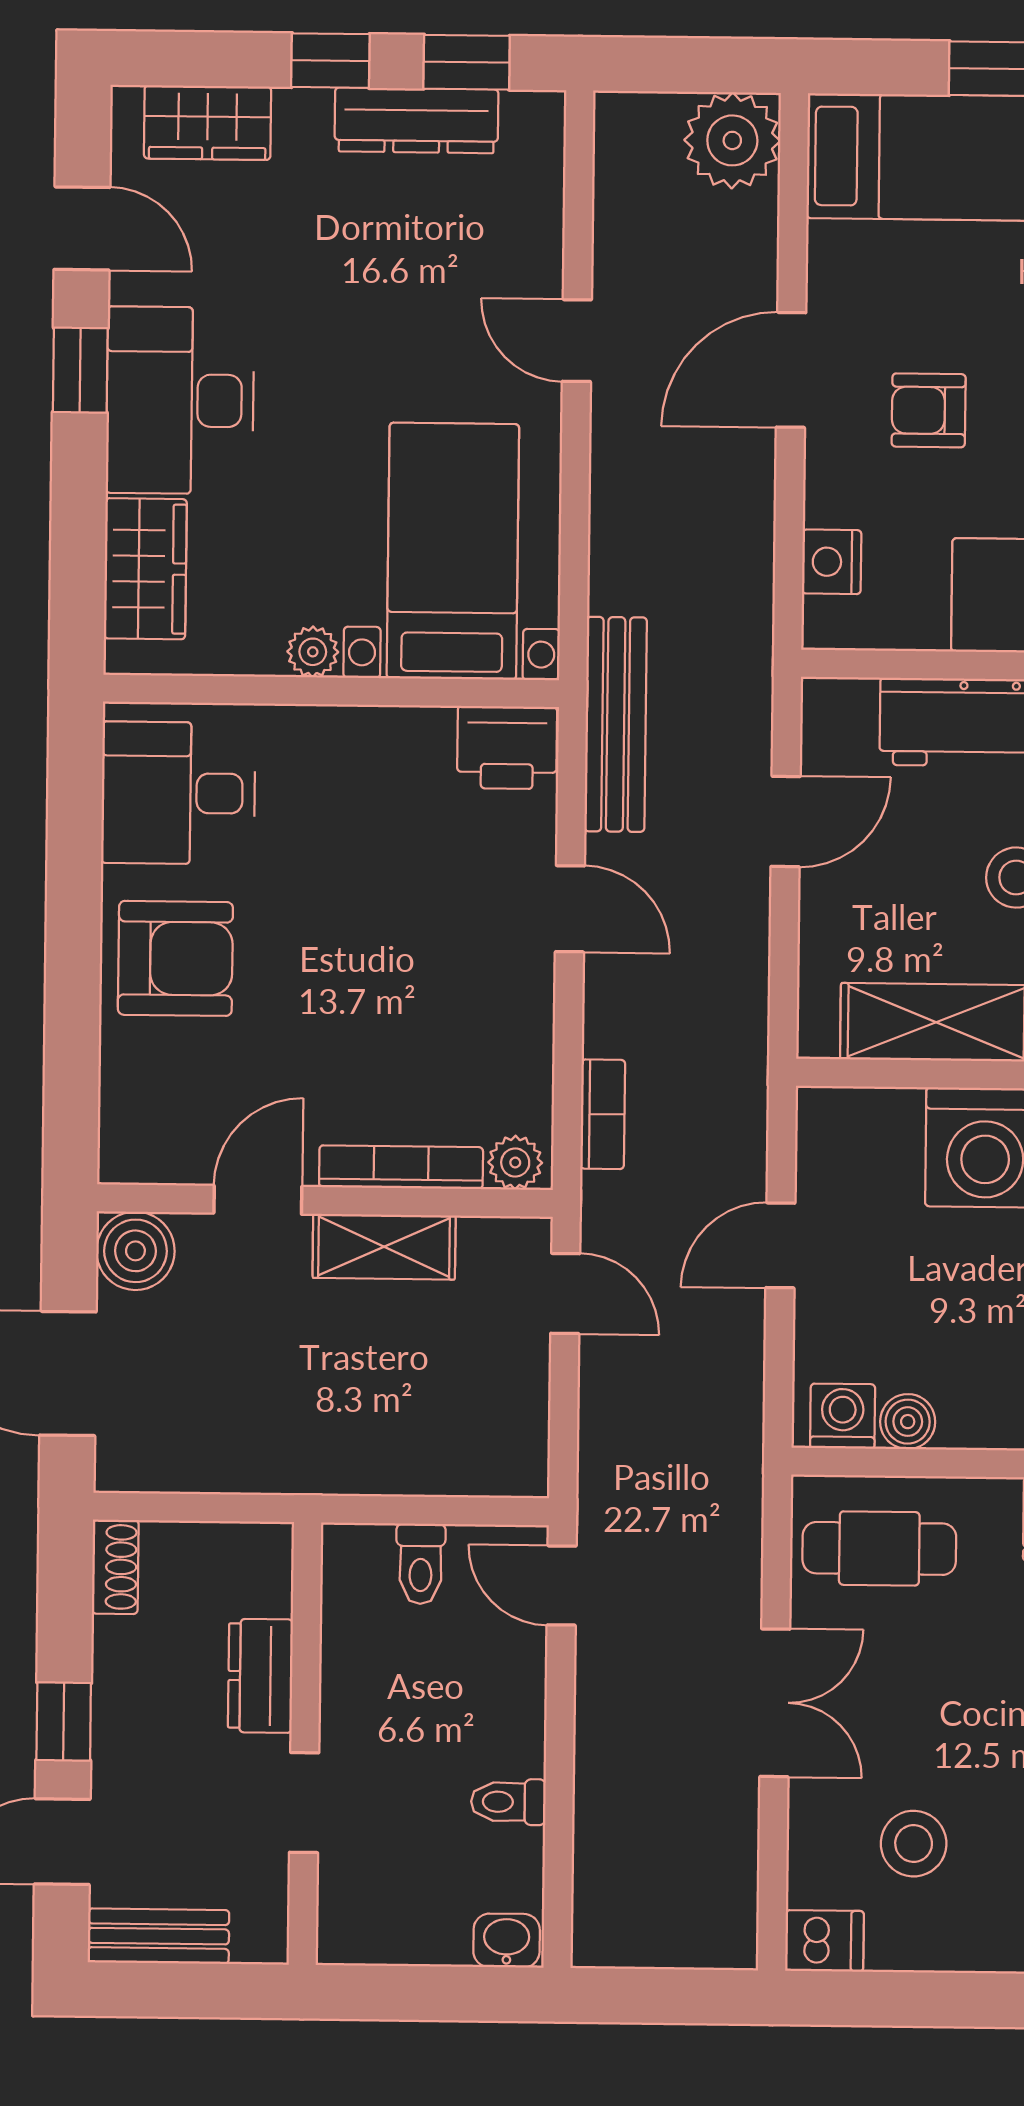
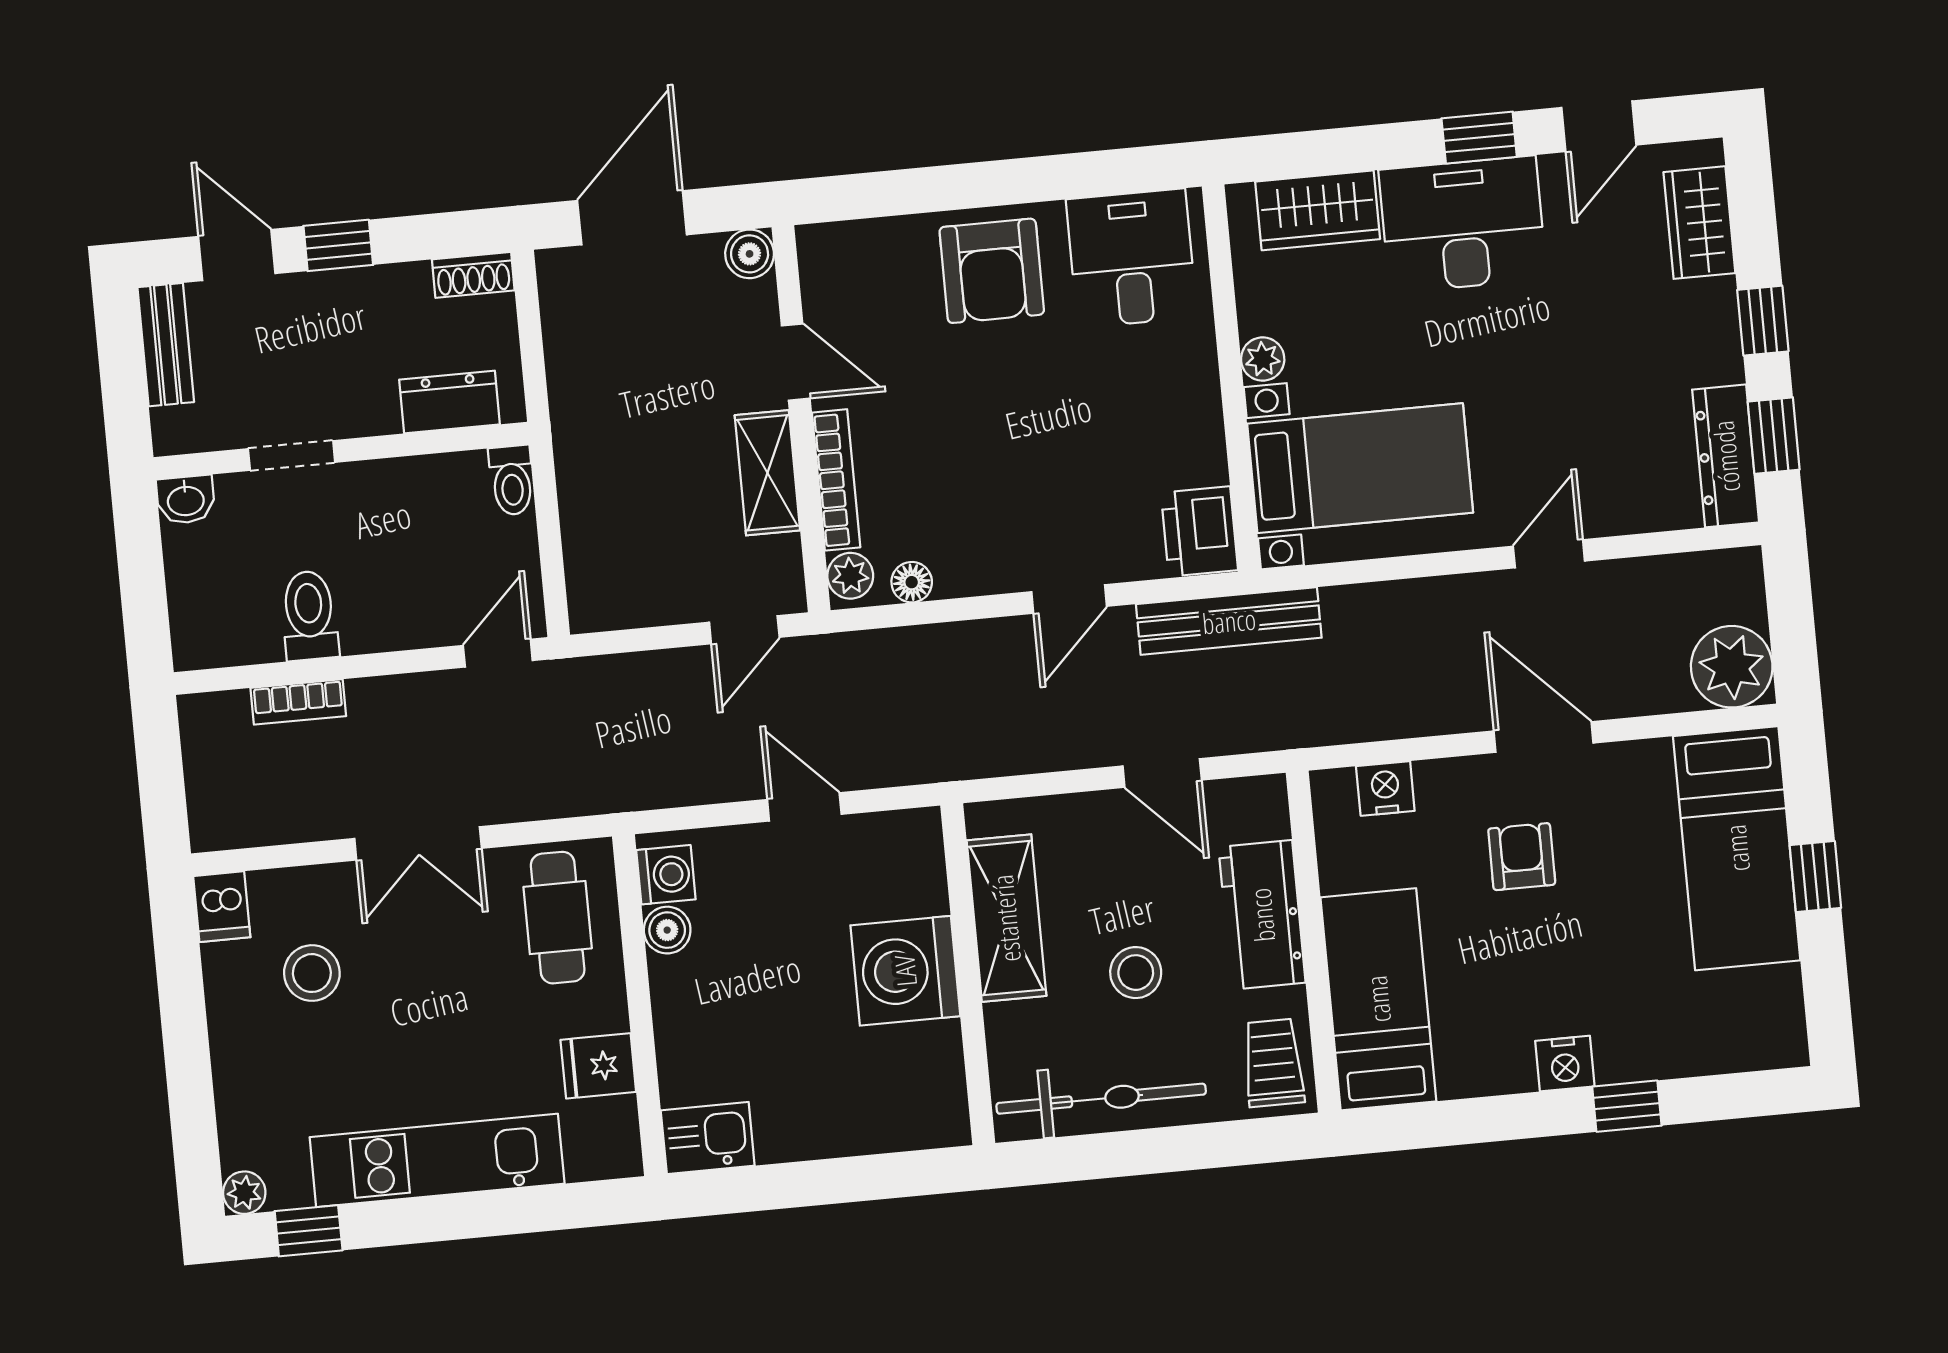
dresser: (416, 120) -> (1726, 456), moved
floor lamp: (530, 1091) -> (912, 582), added
bookcase: (603, 1114) -> (298, 702), moved
boiler: (135, 1251) -> (750, 254), width x0.73, depth x0.73
toilet: (421, 1564) -> (512, 480), moved, turned -90
dresser: (260, 1676) -> (450, 402), moved
toilet: (508, 1802) -> (309, 615), width x1.37, depth x1.39
washbasin: (507, 1941) -> (186, 500), moved, turned 90

